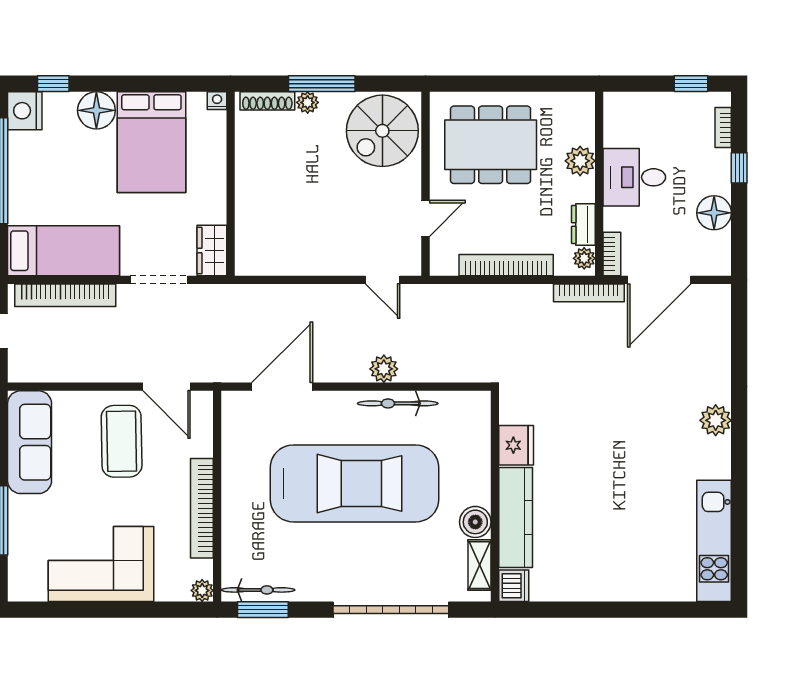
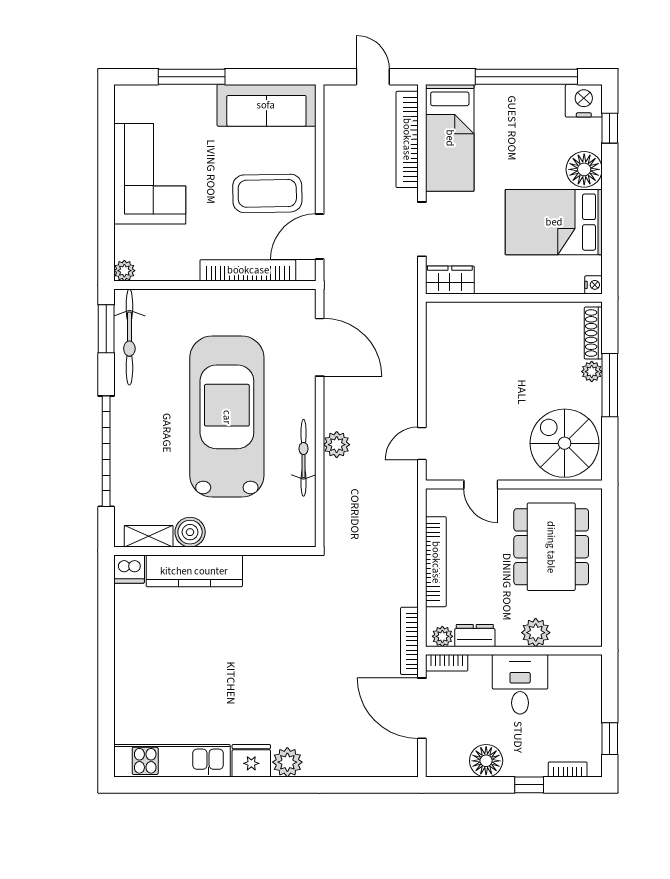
fridge: (516, 445) -> (251, 761), moved, turned 180
car: (355, 483) -> (227, 417), turned 180
bookcase: (202, 508) -> (248, 270), moved
bicycle: (258, 590) -> (129, 337), width x1.37, depth x1.40

